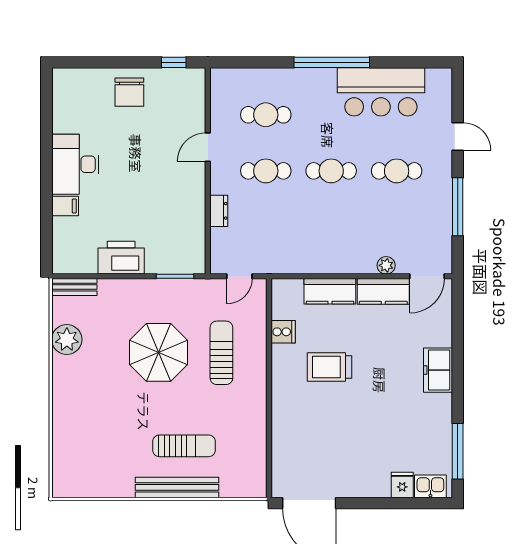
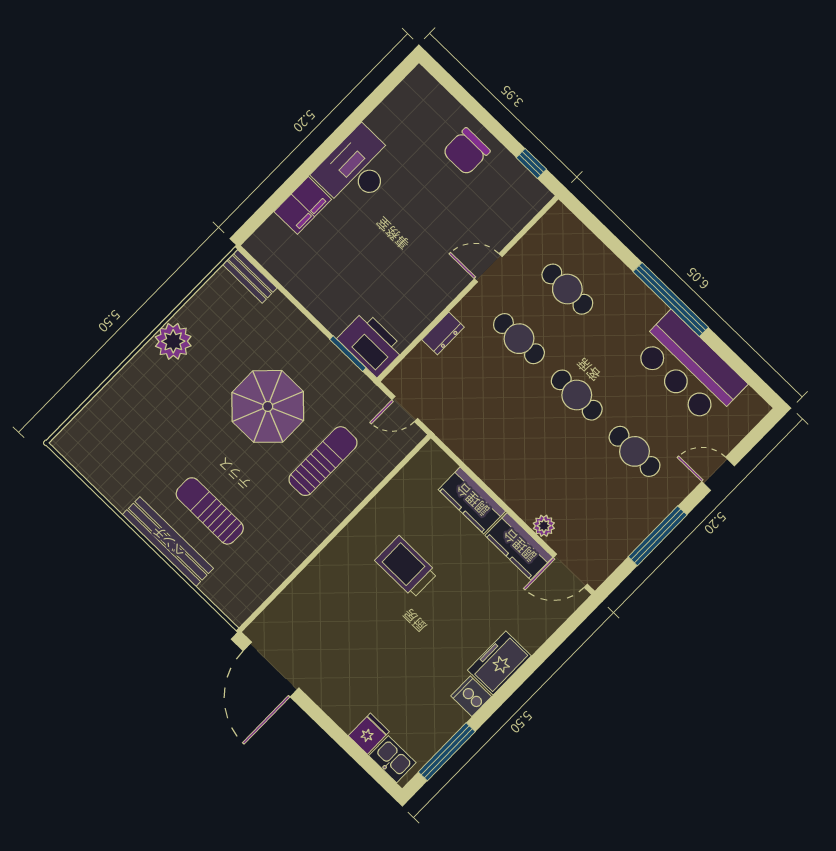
door: (458, 137) -> (718, 474), swing flipped
filing cabinet: (65, 206) -> (303, 205), width x2.00
printer: (121, 258) -> (371, 344), moved
cooker: (283, 332) -> (471, 696), moved, turned 180
plant: (67, 340) -> (173, 341), moved
sun lounger: (184, 446) -> (210, 511), turned 180

